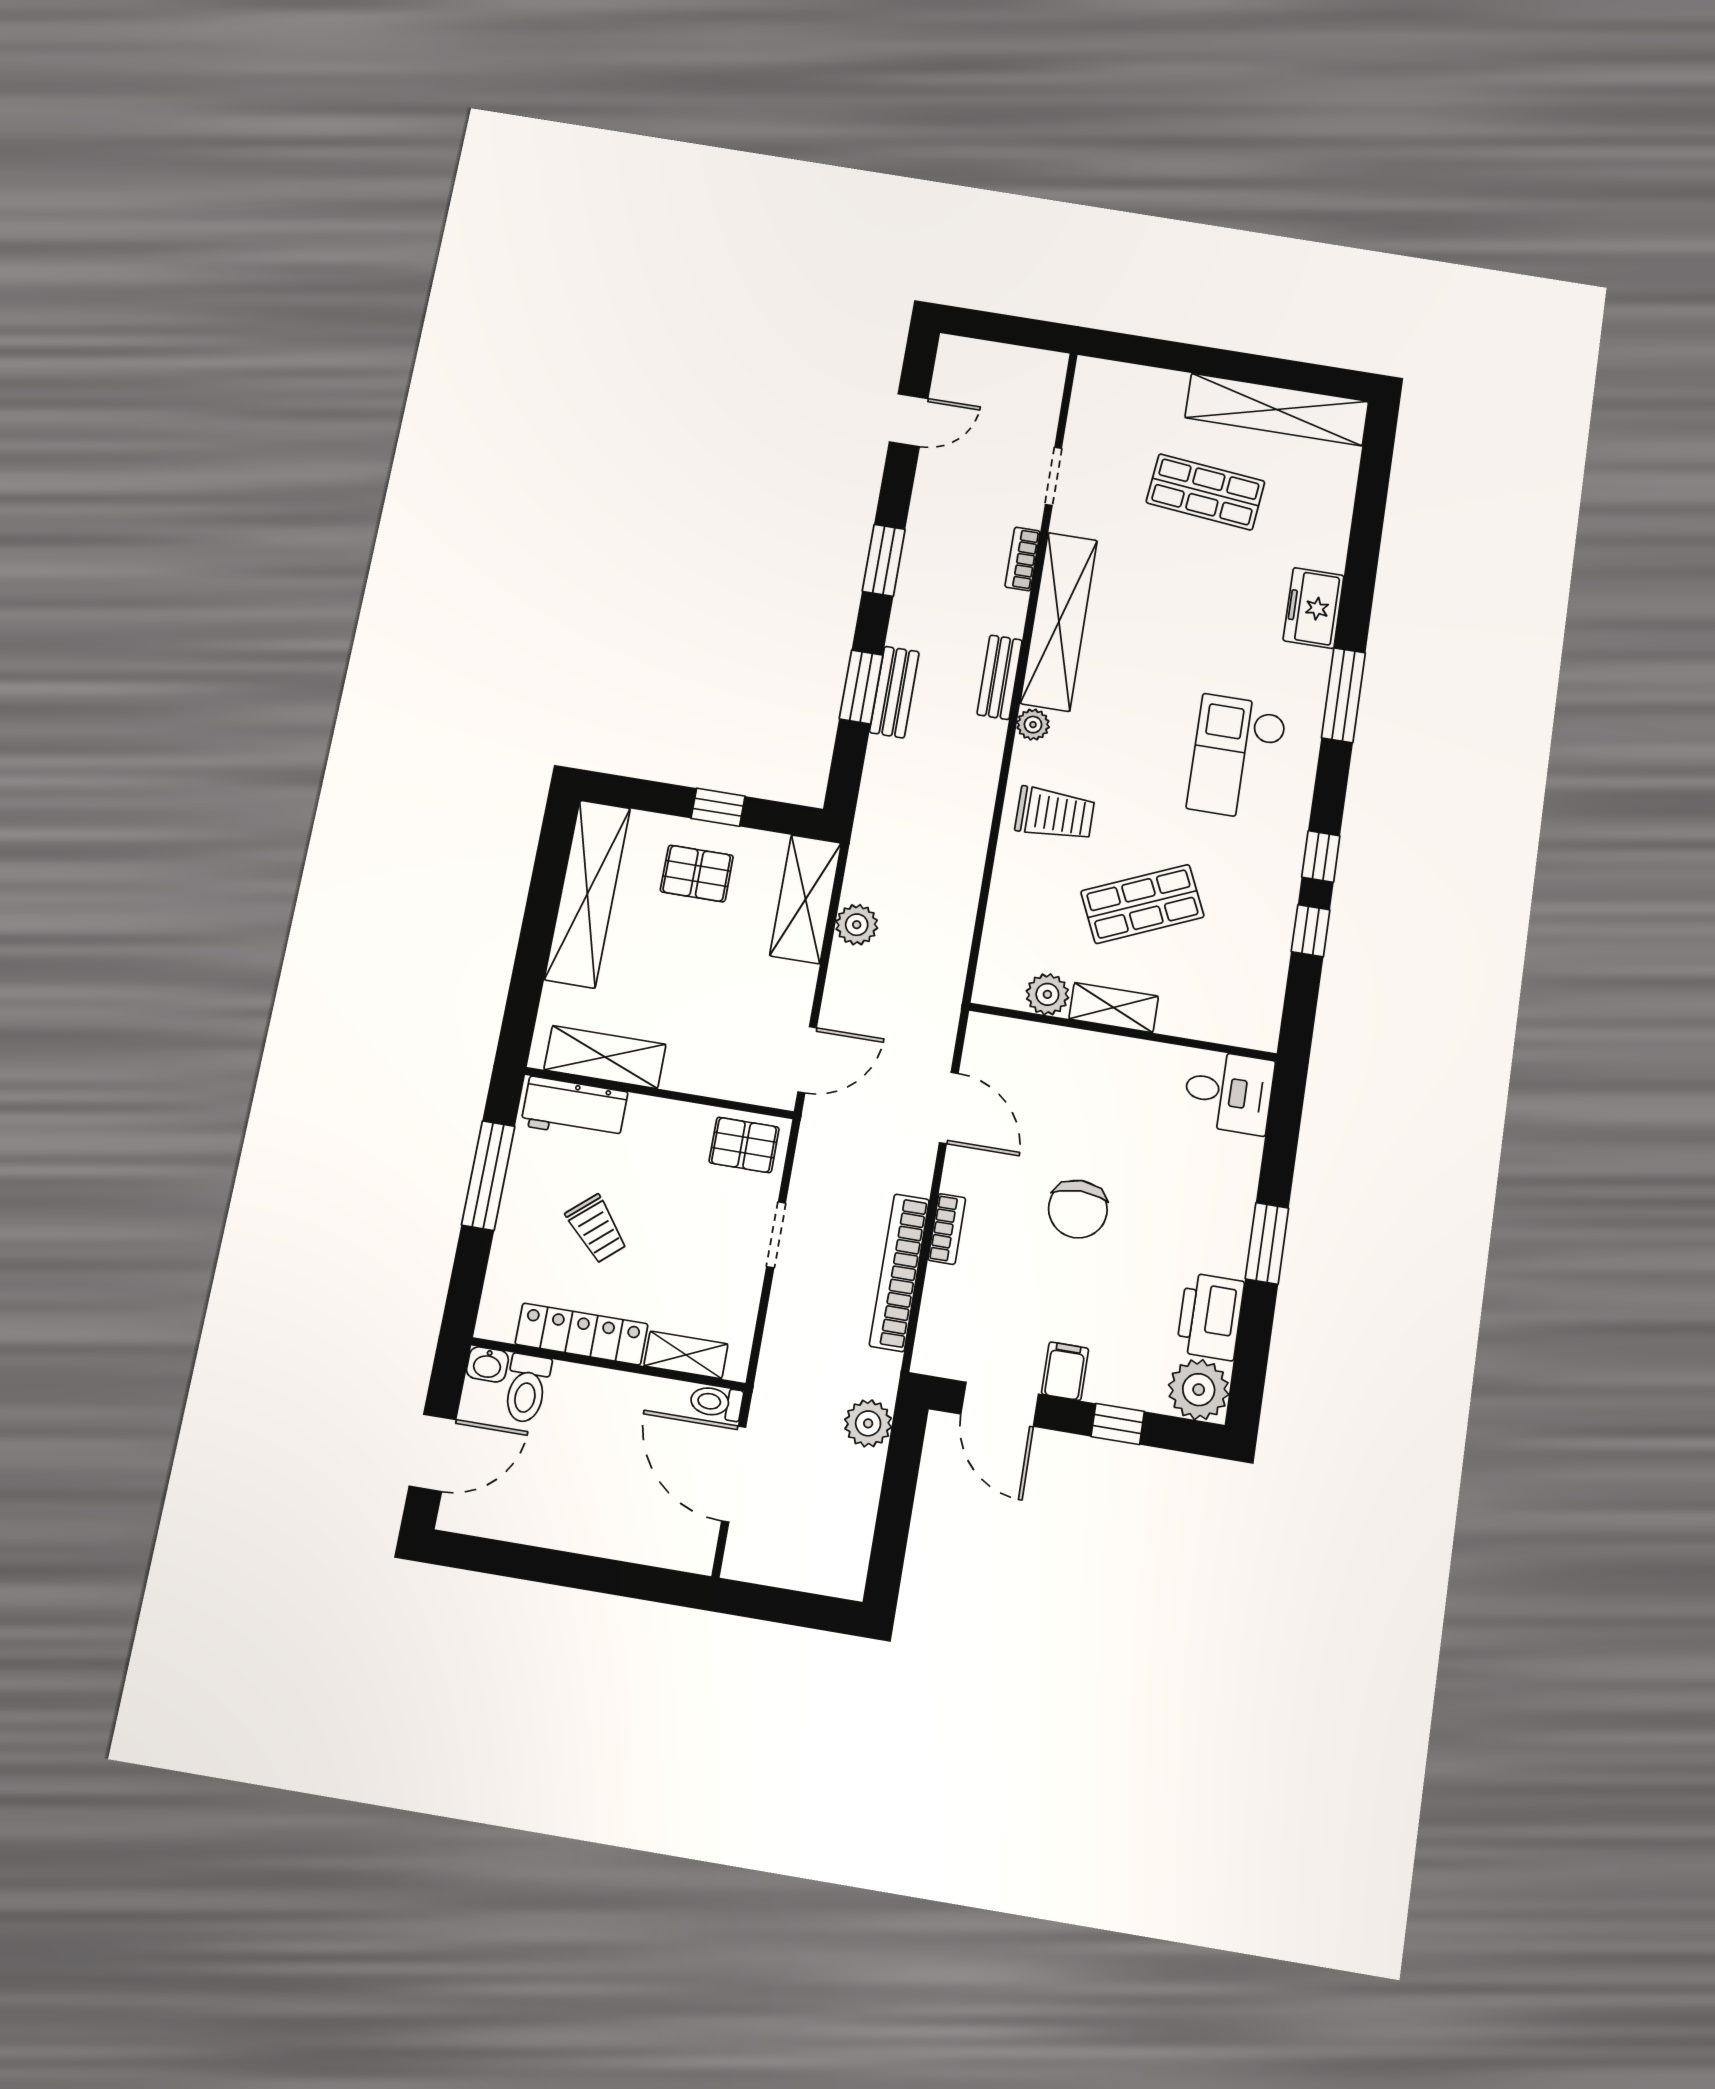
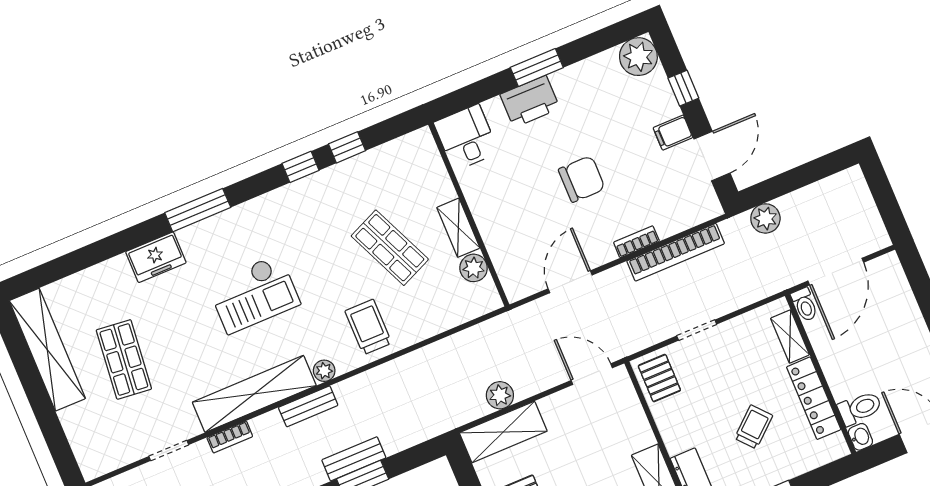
checkout: (1237, 757) -> (254, 294), moved
printer: (1210, 1317) -> (530, 101), moved

